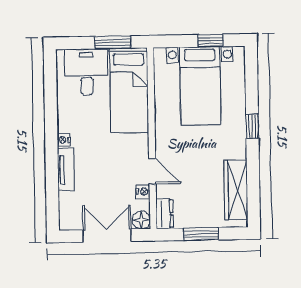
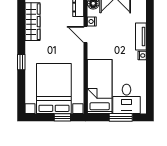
window: (211, 41) -> (62, 117), moved
window: (113, 42) -> (121, 117), moved
bed with nightstands: (200, 86) -> (54, 88), width x1.36

